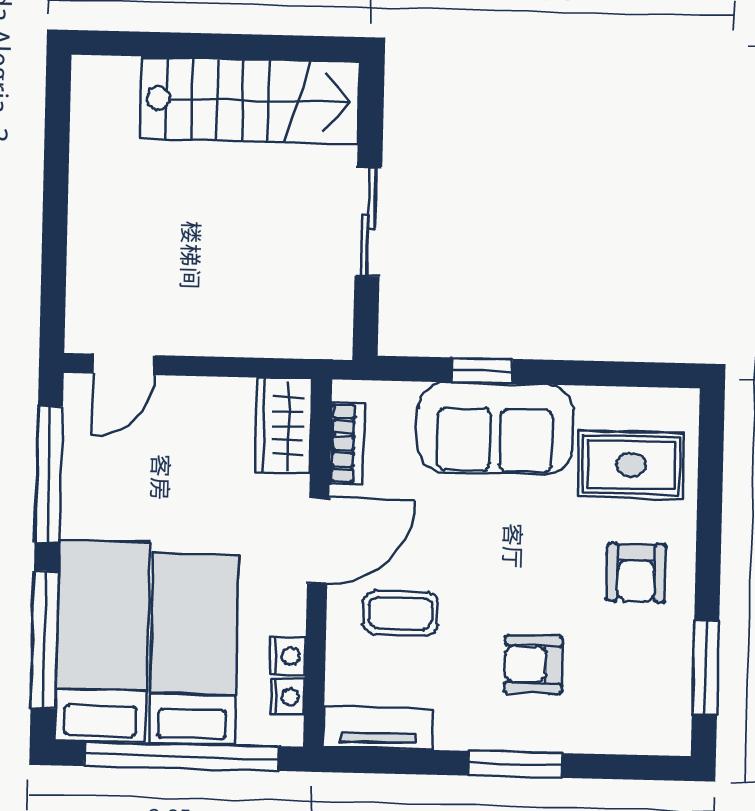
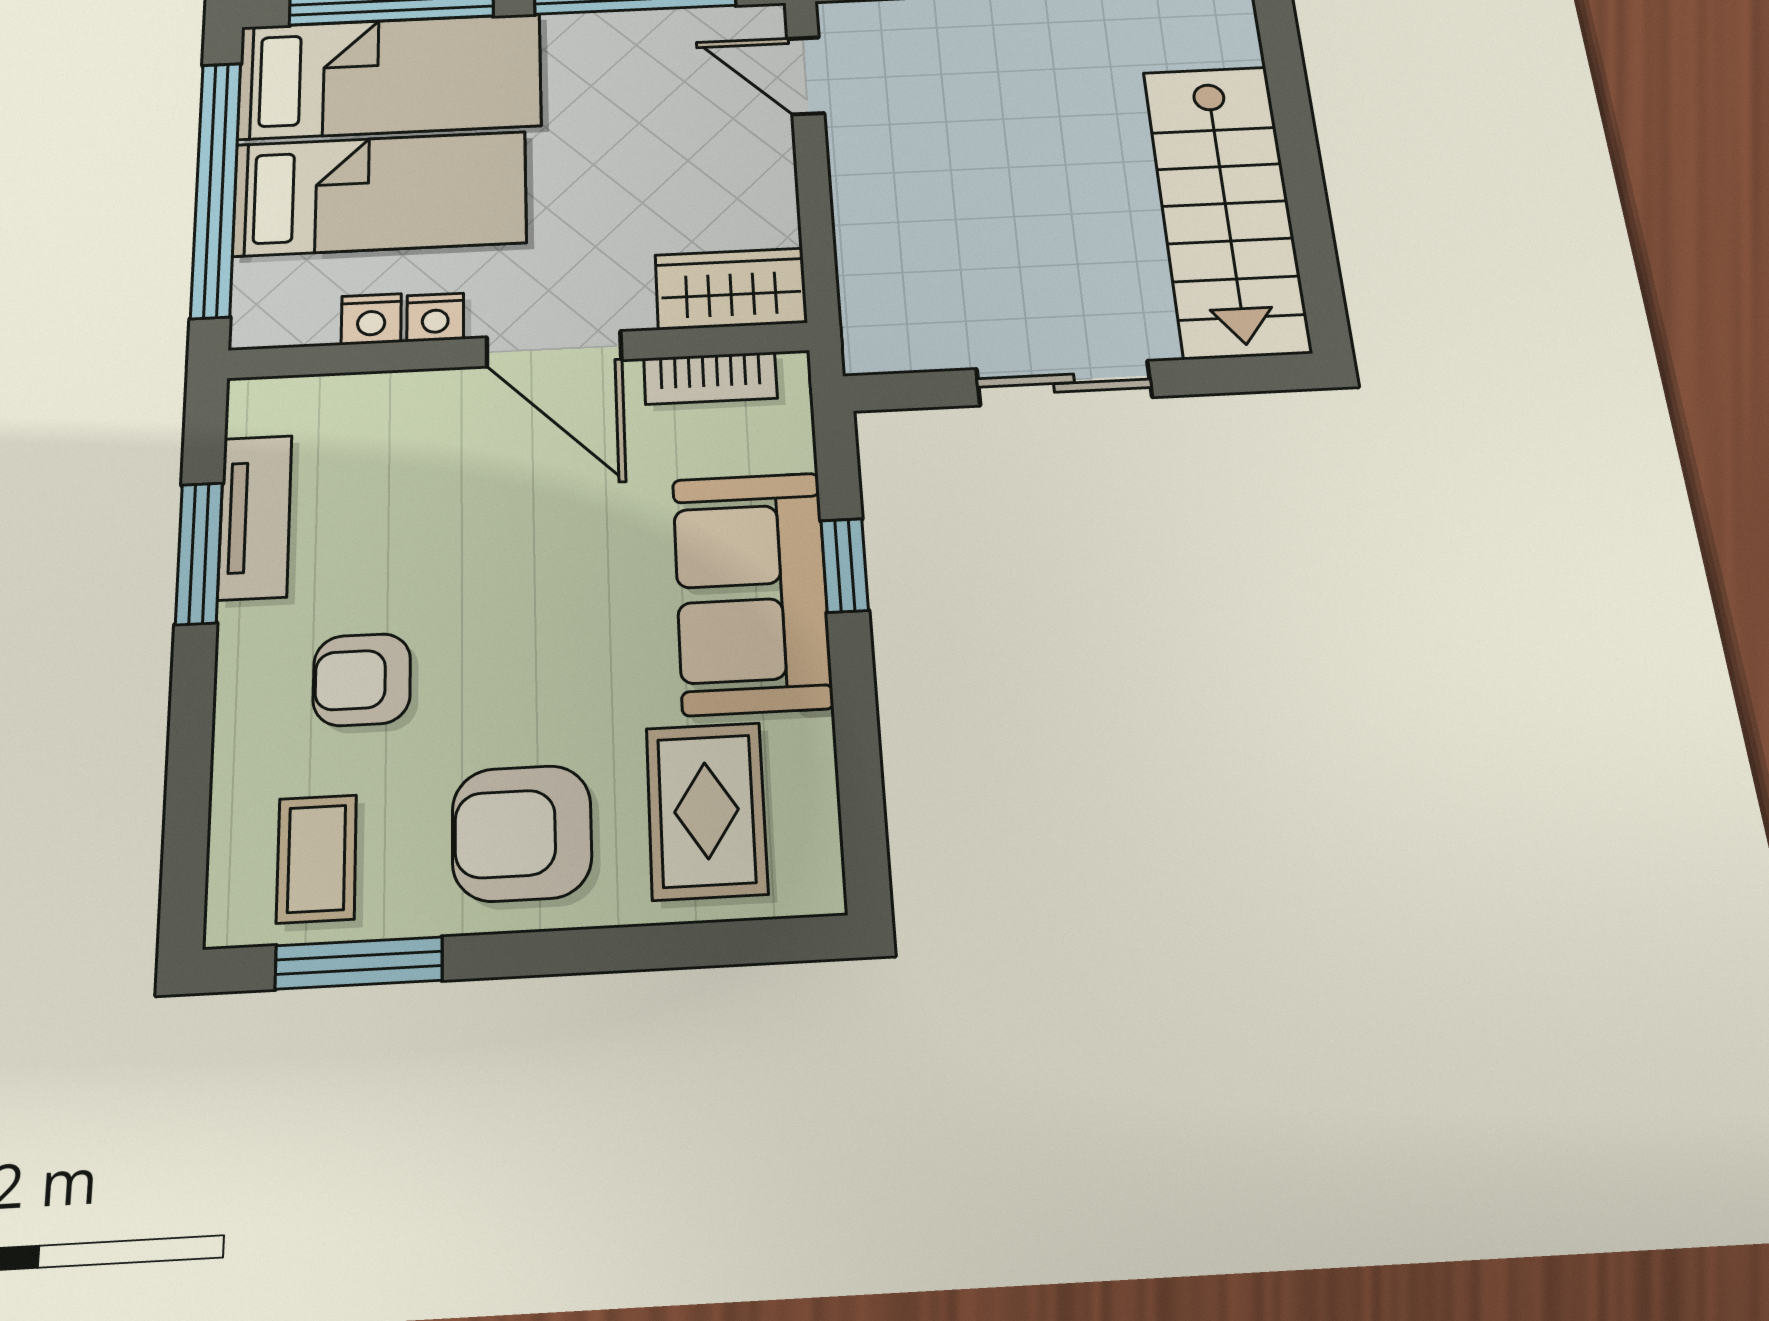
armchair: (636, 573) -> (522, 833), width x1.38, depth x1.38
coffee table: (400, 613) -> (317, 859), moved
armchair: (533, 664) -> (362, 680), turned -90
nightstand: (288, 697) -> (435, 317), moved
tv unit: (378, 728) -> (255, 517), moved
window: (515, 764) -> (199, 553), moved

